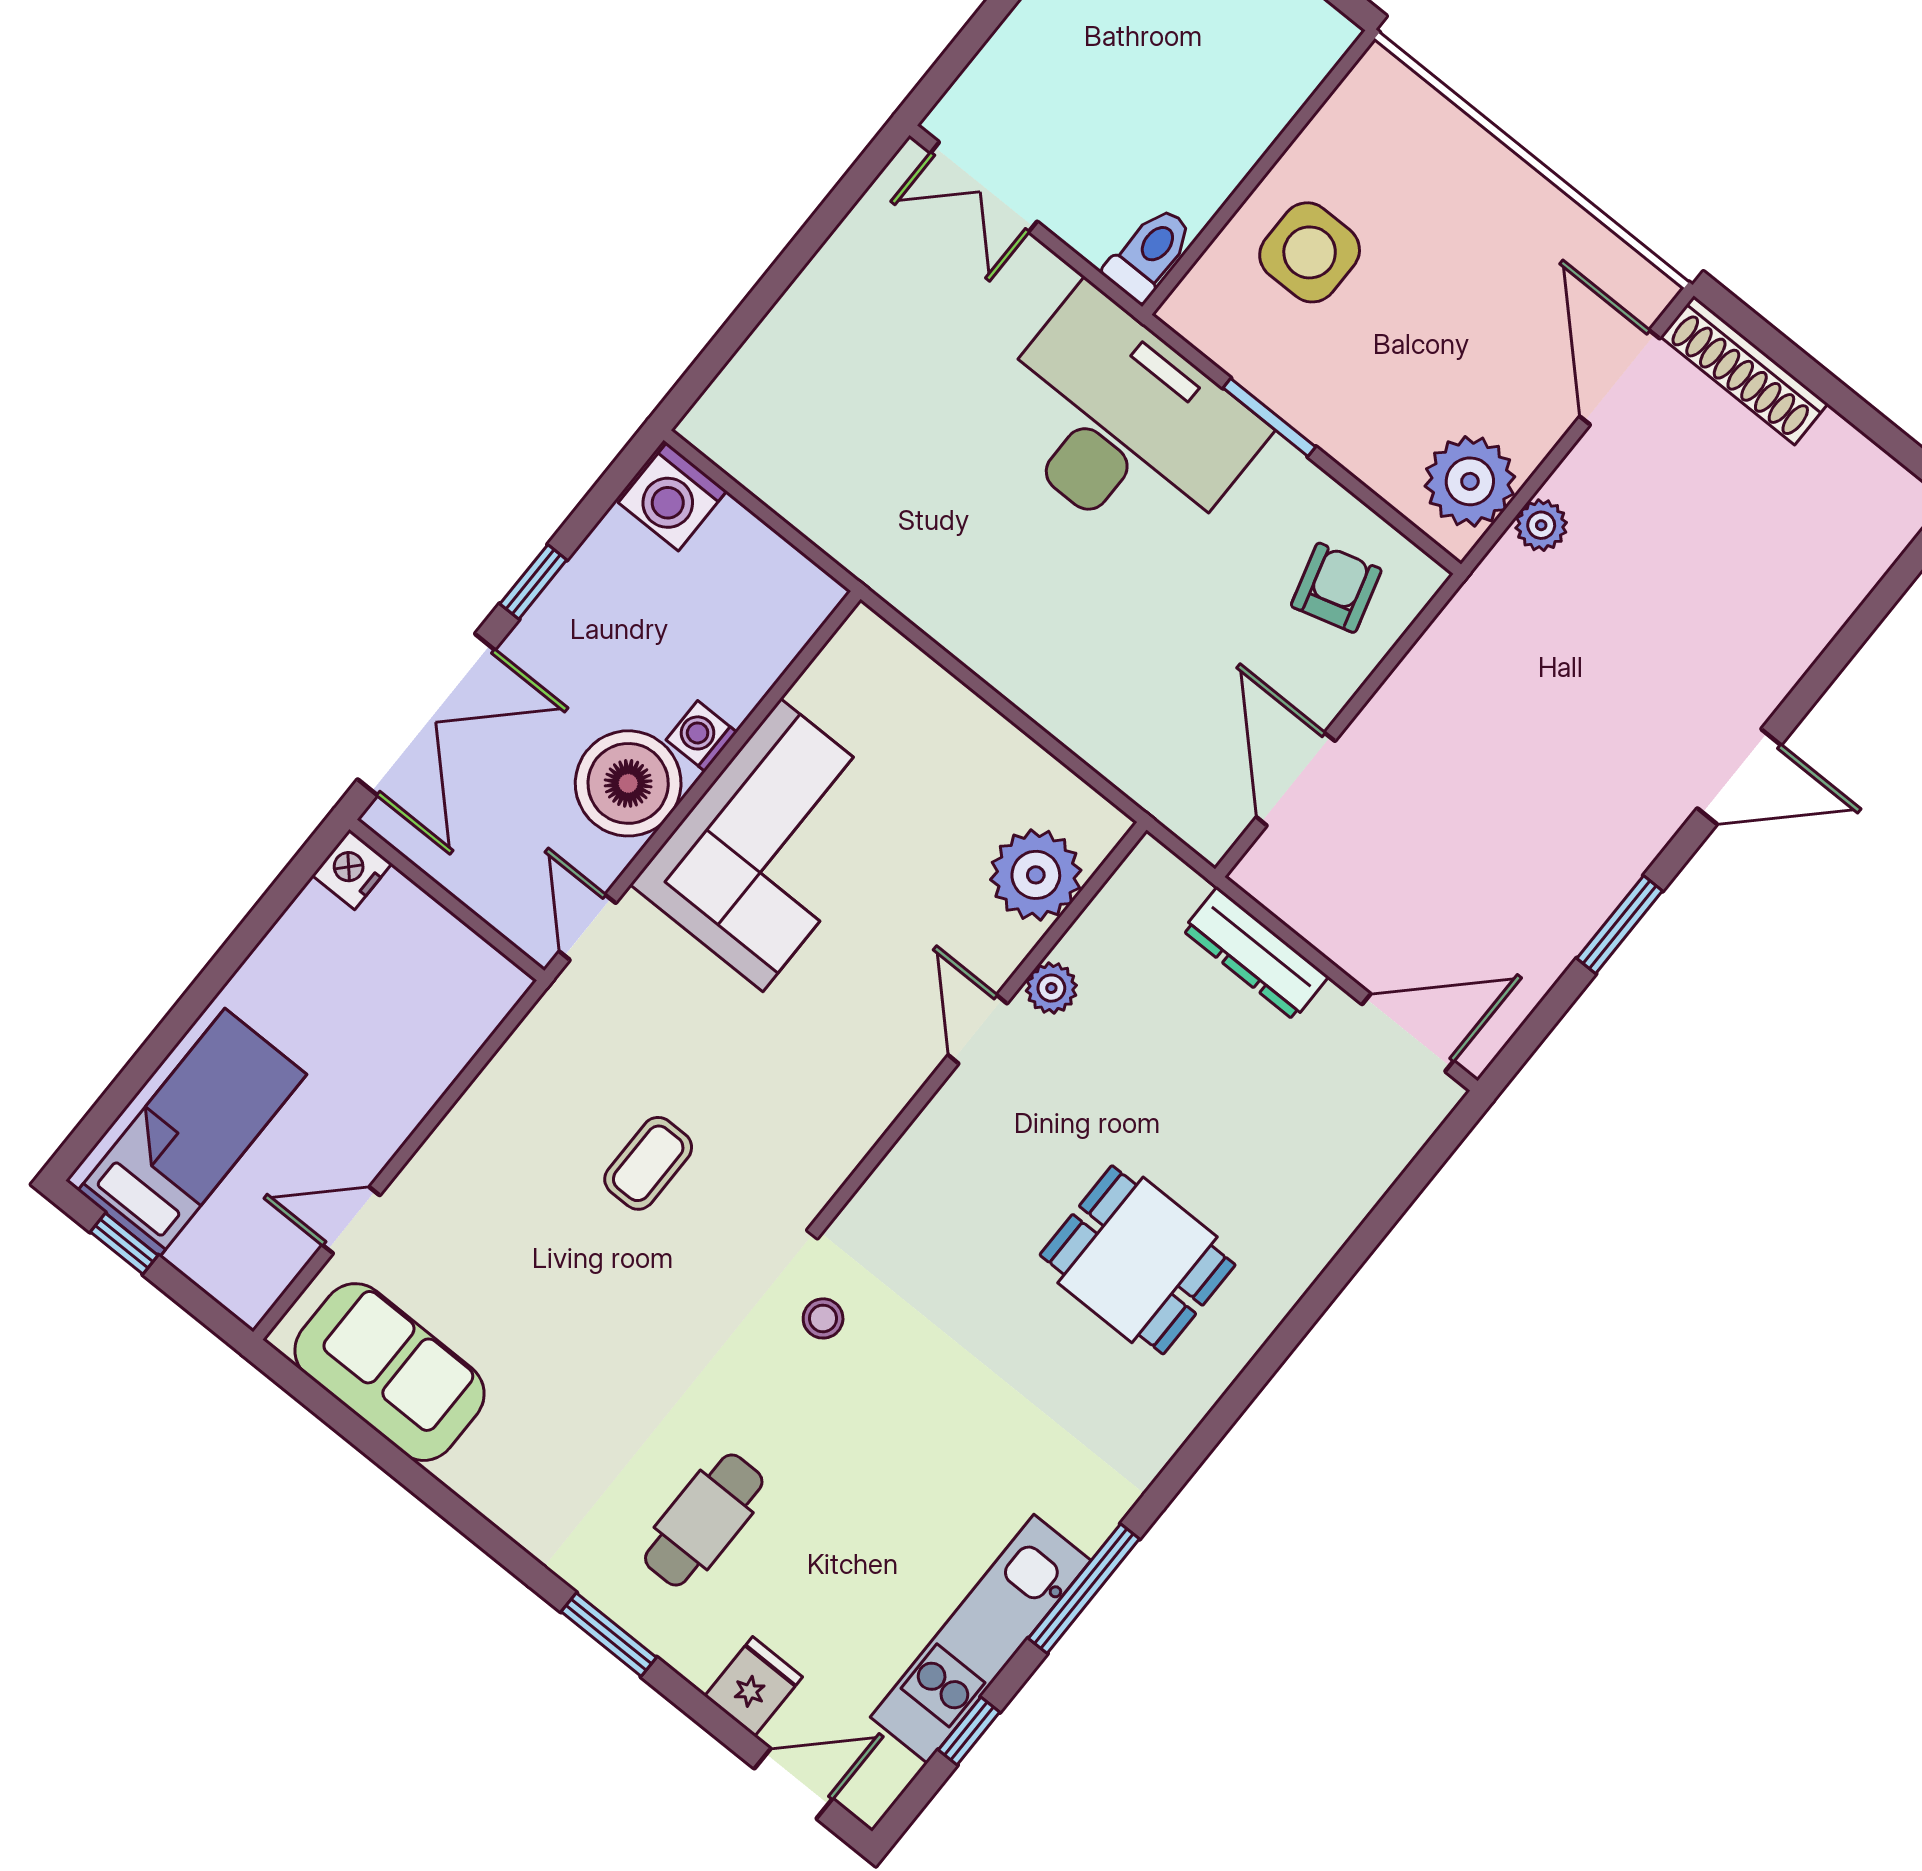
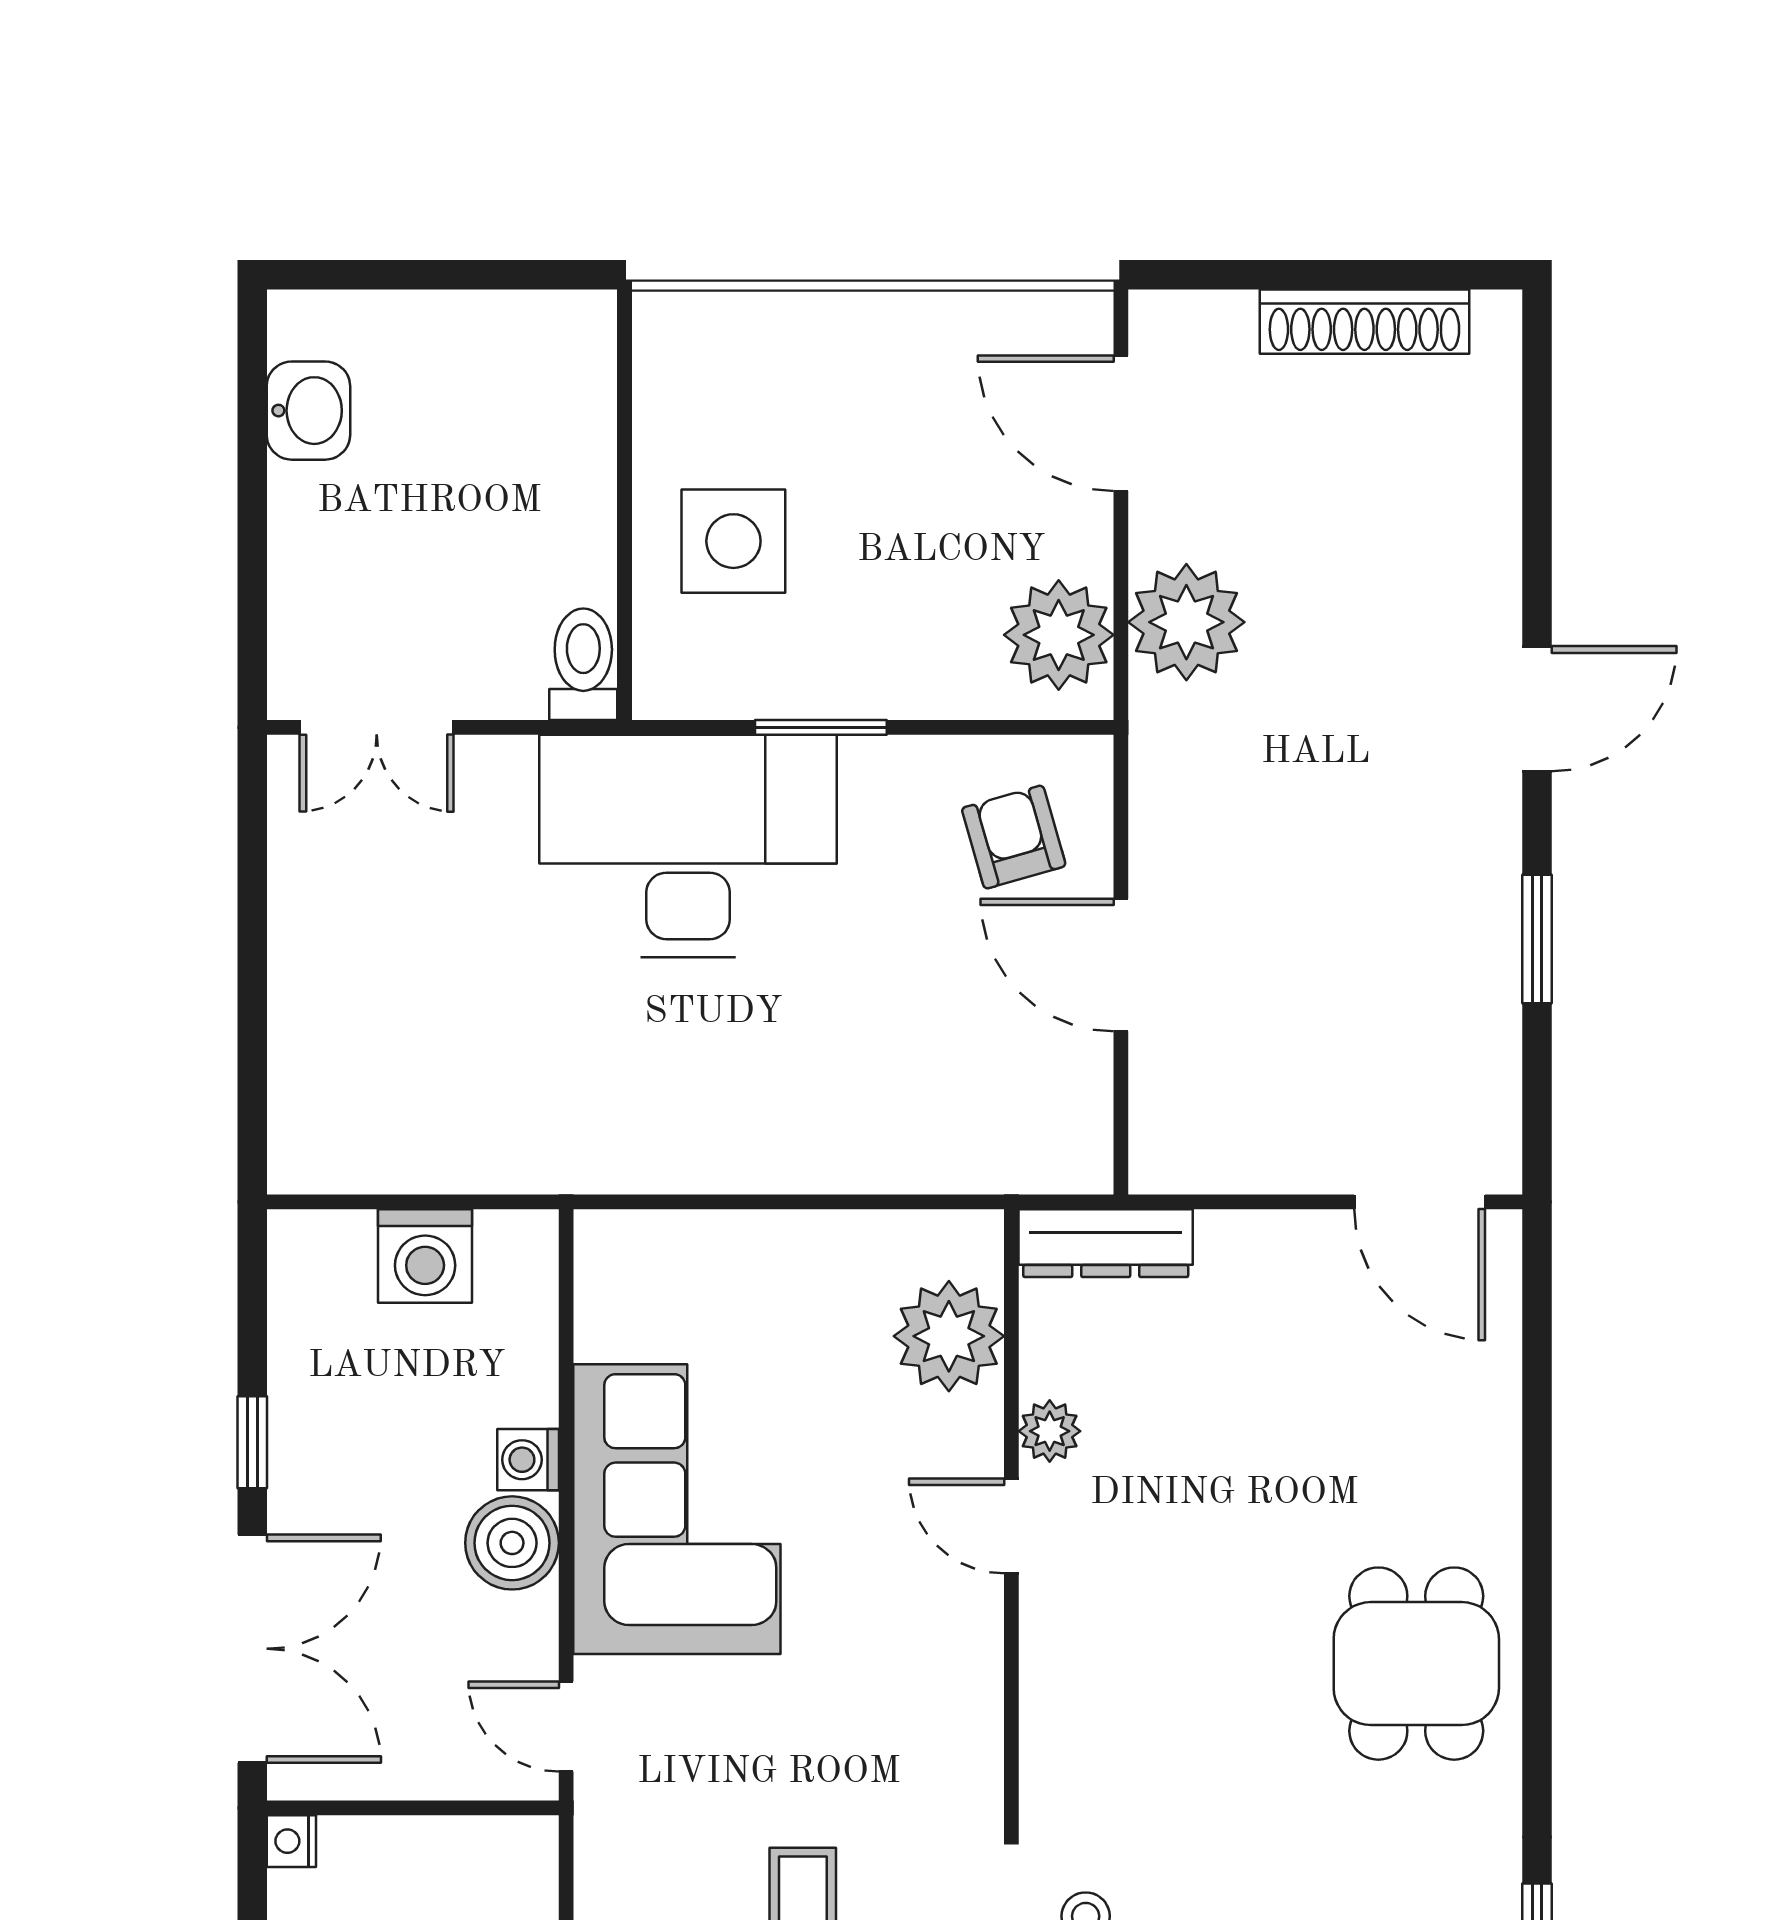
shoe rack: (1744, 370) -> (1364, 322), moved
washing machine: (673, 497) -> (425, 1256), moved
plant: (1541, 525) -> (1186, 622), width x1.88, depth x1.88
door: (1296, 779) -> (1121, 965), moved
boiler: (628, 783) -> (512, 1543), width x0.73, depth x0.73
nightstand: (352, 869) -> (291, 1841), width x0.72, depth x0.74
dresser: (1255, 953) -> (1106, 1243), moved
door: (1408, 1033) -> (1420, 1202), swing flipped
dining table: (1138, 1260) -> (1416, 1664), moved, turned 90

